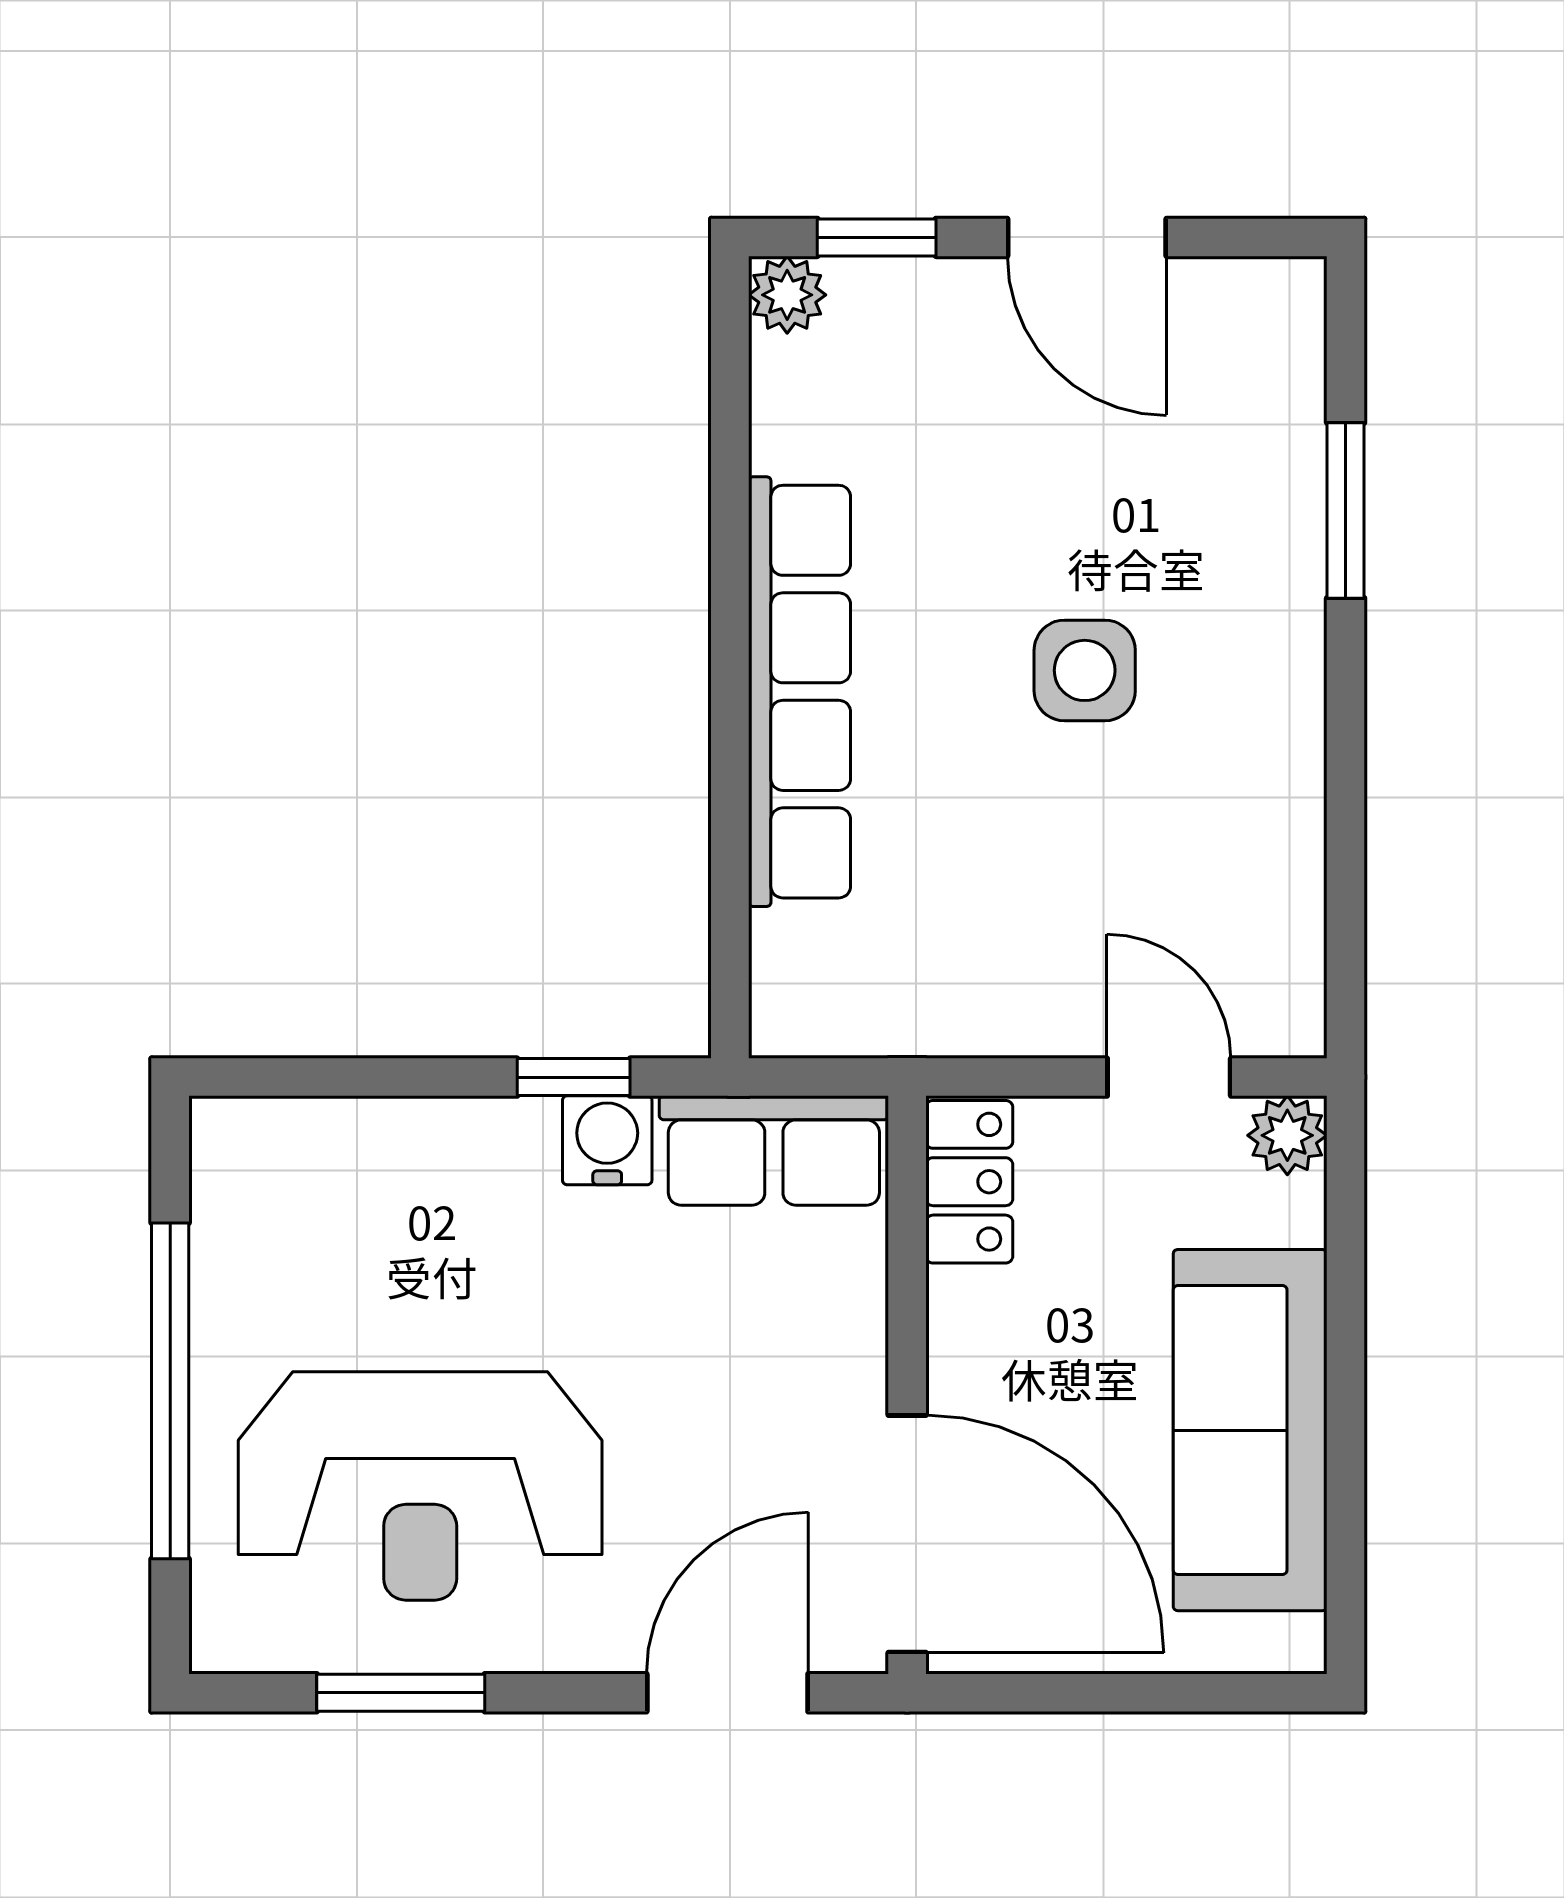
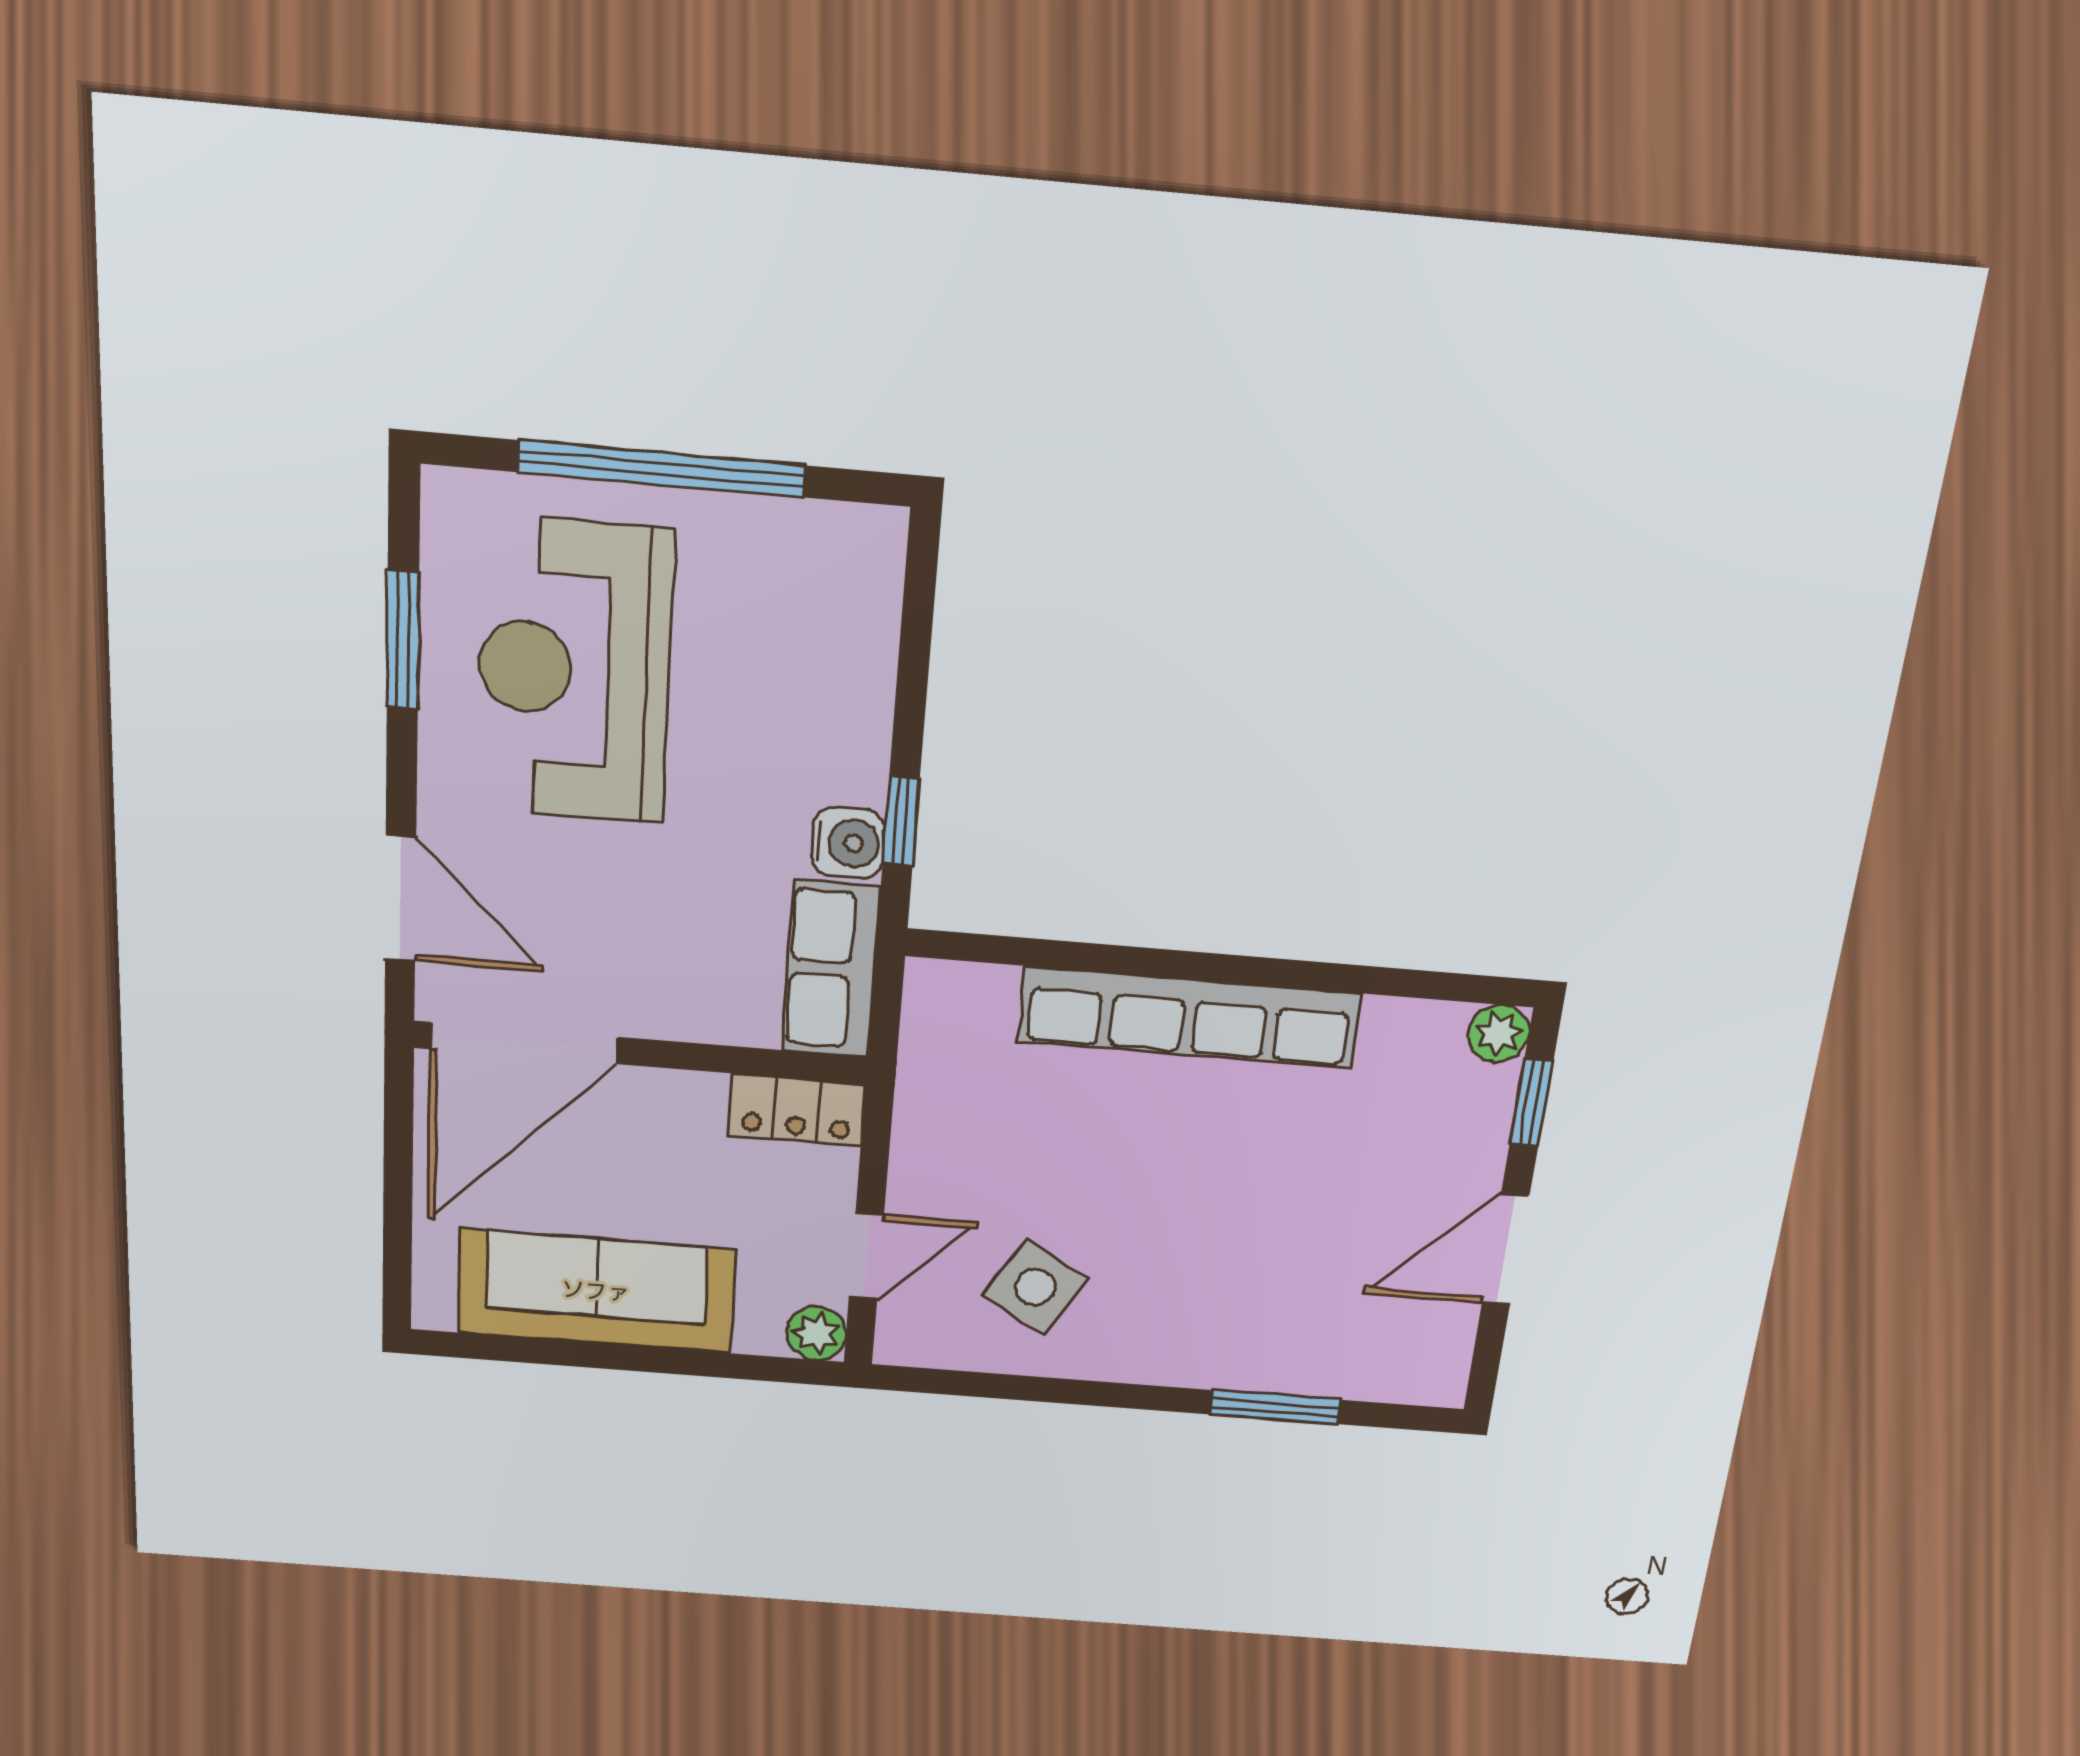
side table: (1085, 670) -> (1035, 1287), moved, turned 31

